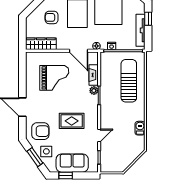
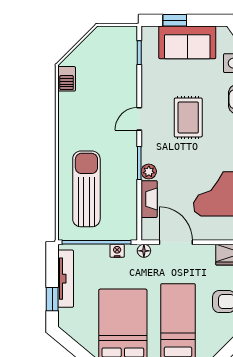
sun lounger: (129, 81) -> (86, 189), turned 180
rug: (72, 121) -> (188, 117), turned 90
barbecue: (140, 128) -> (67, 79), moved
door: (99, 136) -> (139, 119), moved
window: (66, 175) -> (175, 20), moved

